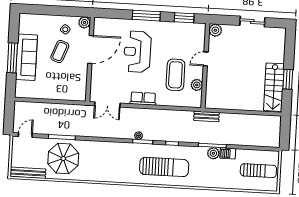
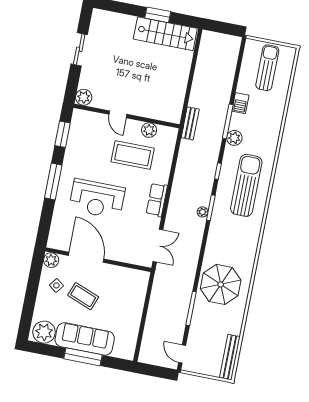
plant: (27, 25) -> (44, 332), added
plant: (213, 153) -> (234, 138), moved
parasol: (63, 159) -> (221, 284), moved

